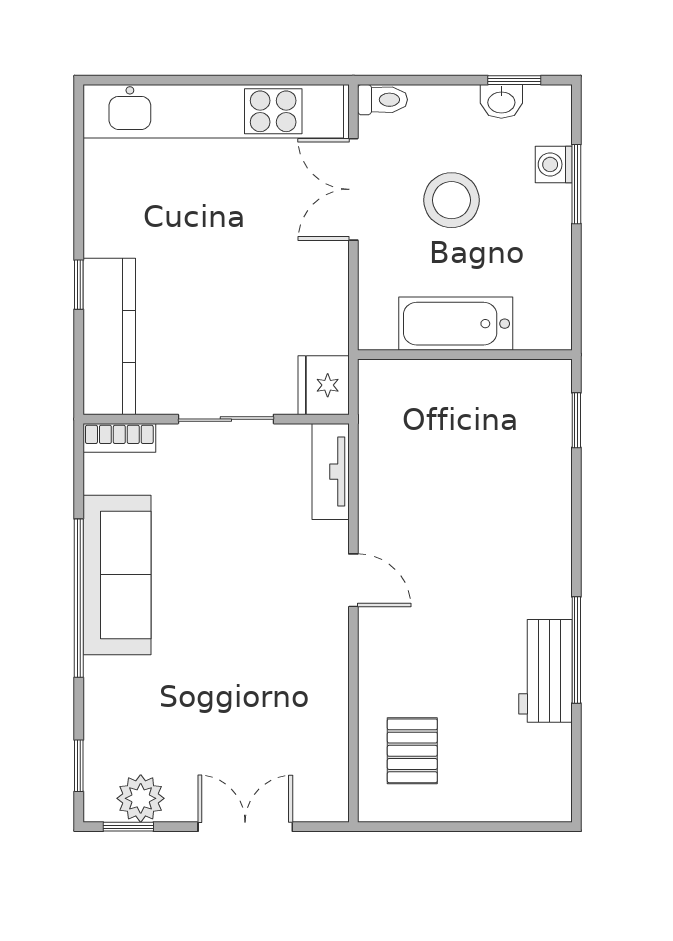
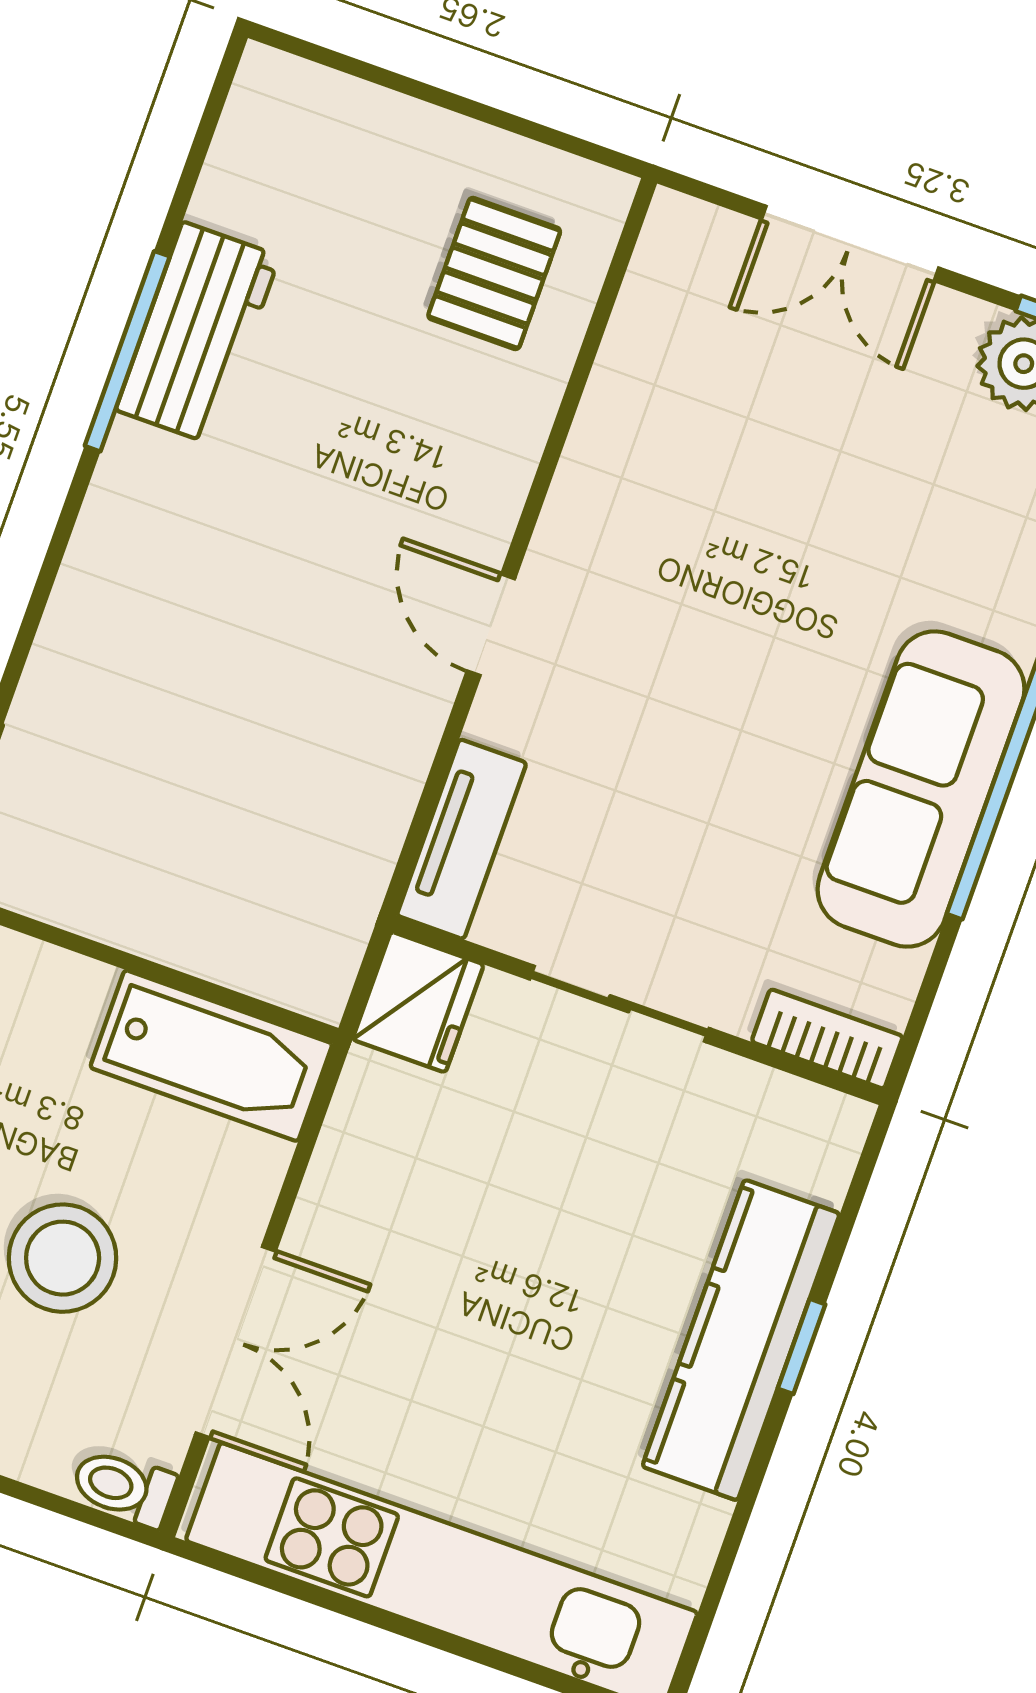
bathtub: (456, 324) -> (211, 1056), moved
kitchen counter: (109, 336) -> (741, 1340), moved

